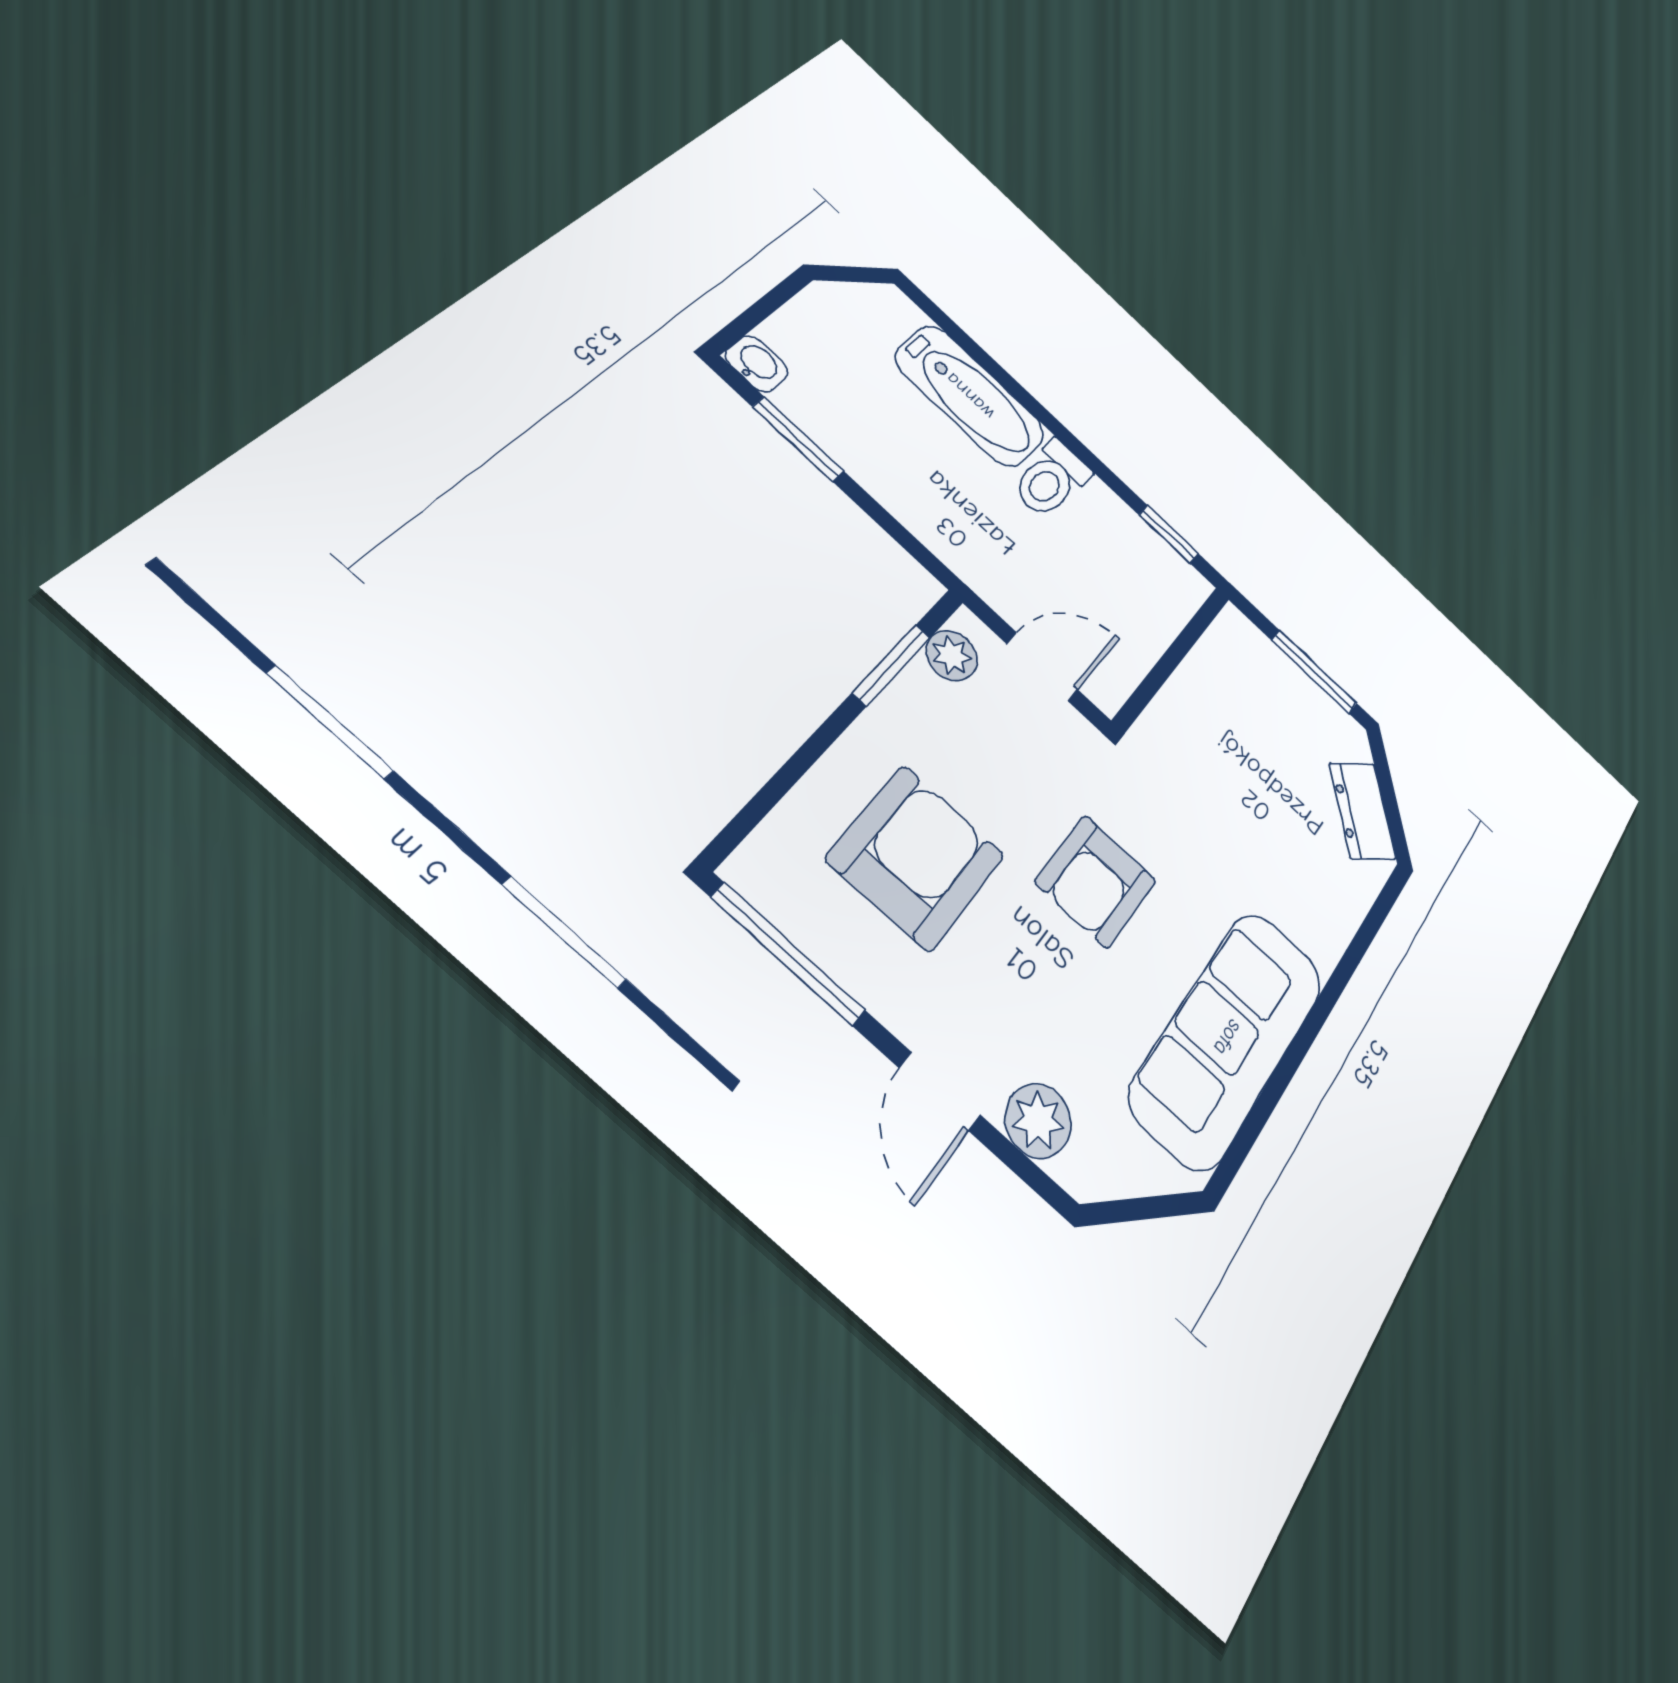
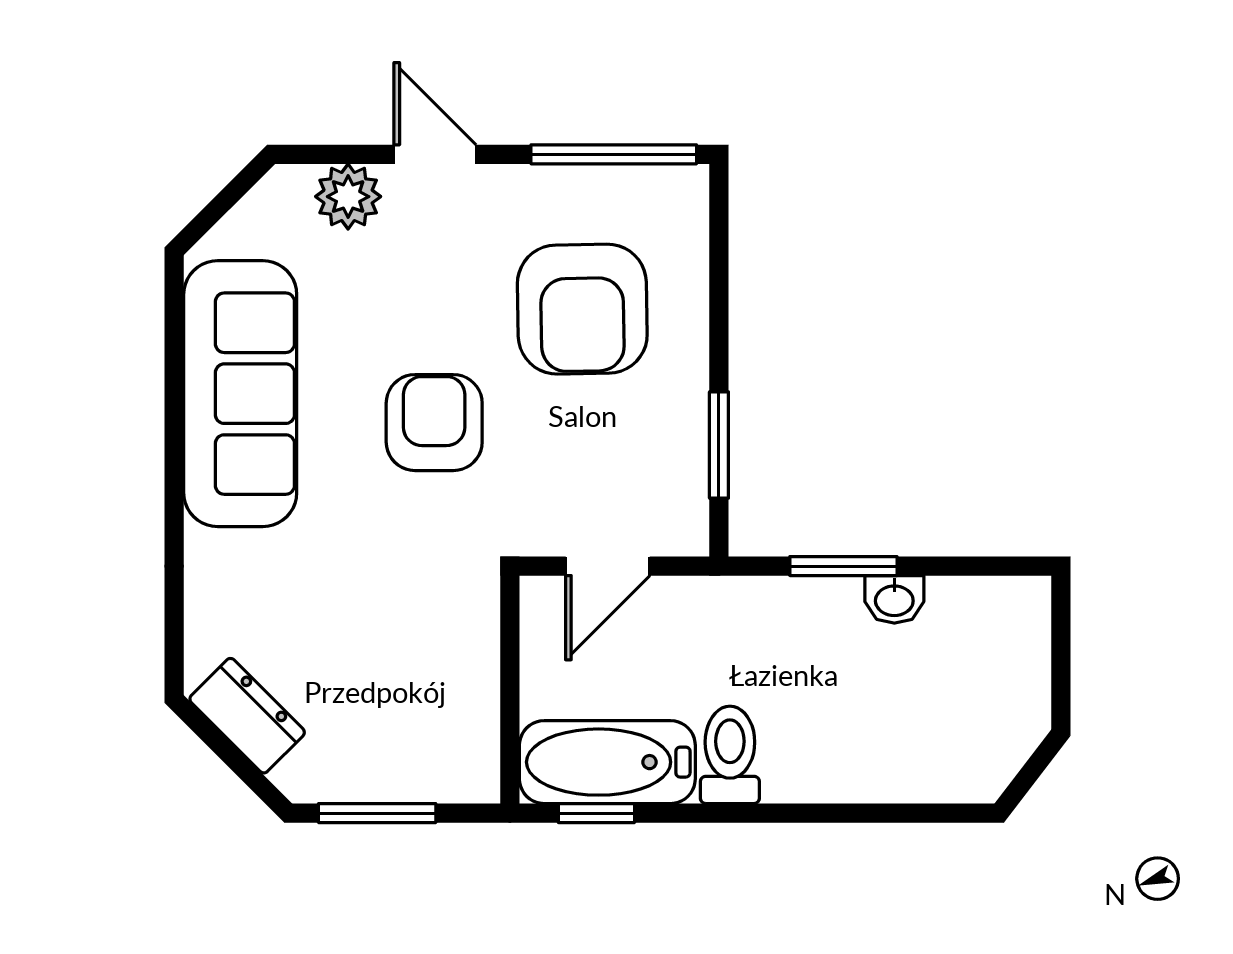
washbasin: (757, 364) -> (894, 599), moved
bathtub: (970, 396) -> (607, 762), moved
window: (798, 439) -> (843, 566), moved
plant: (952, 656) -> (683, 501), removed

